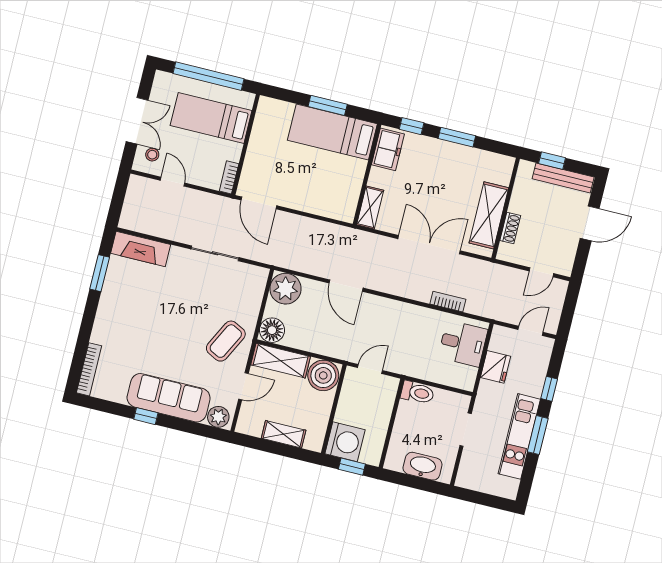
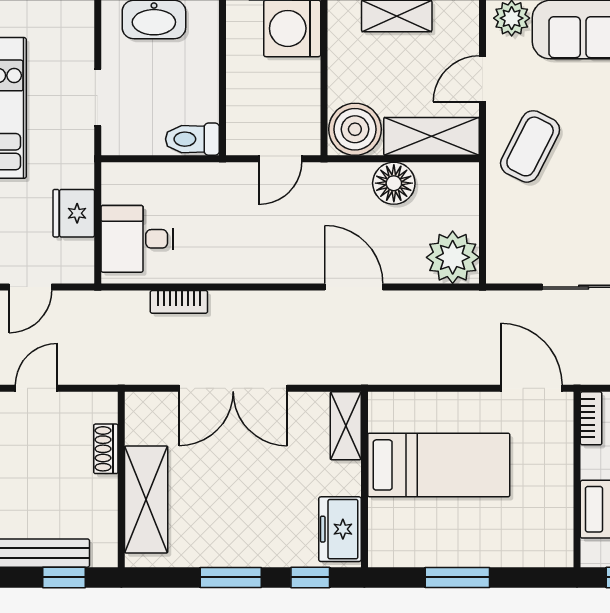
bed: (332, 132) -> (439, 465), moved
shelving: (489, 215) -> (146, 499), moved
floor lamp: (272, 330) -> (394, 183), moved

